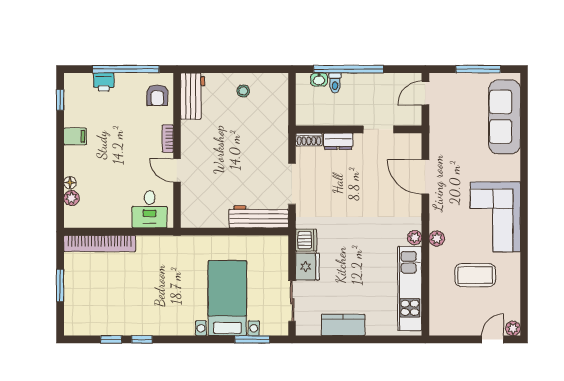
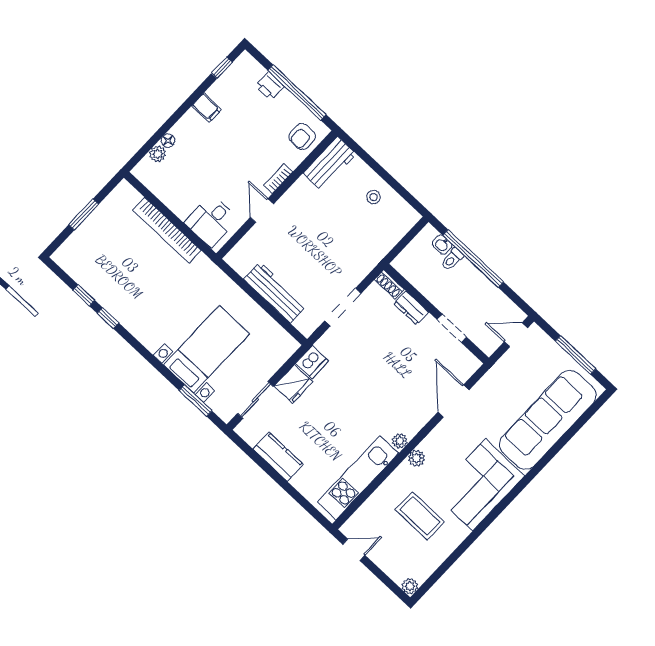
sofa: (505, 117) -> (548, 420), width x1.36, depth x1.27
workbench: (259, 217) -> (275, 293), moved
bookcase: (100, 243) -> (167, 230), moved
door: (493, 339) -> (354, 550), moved

